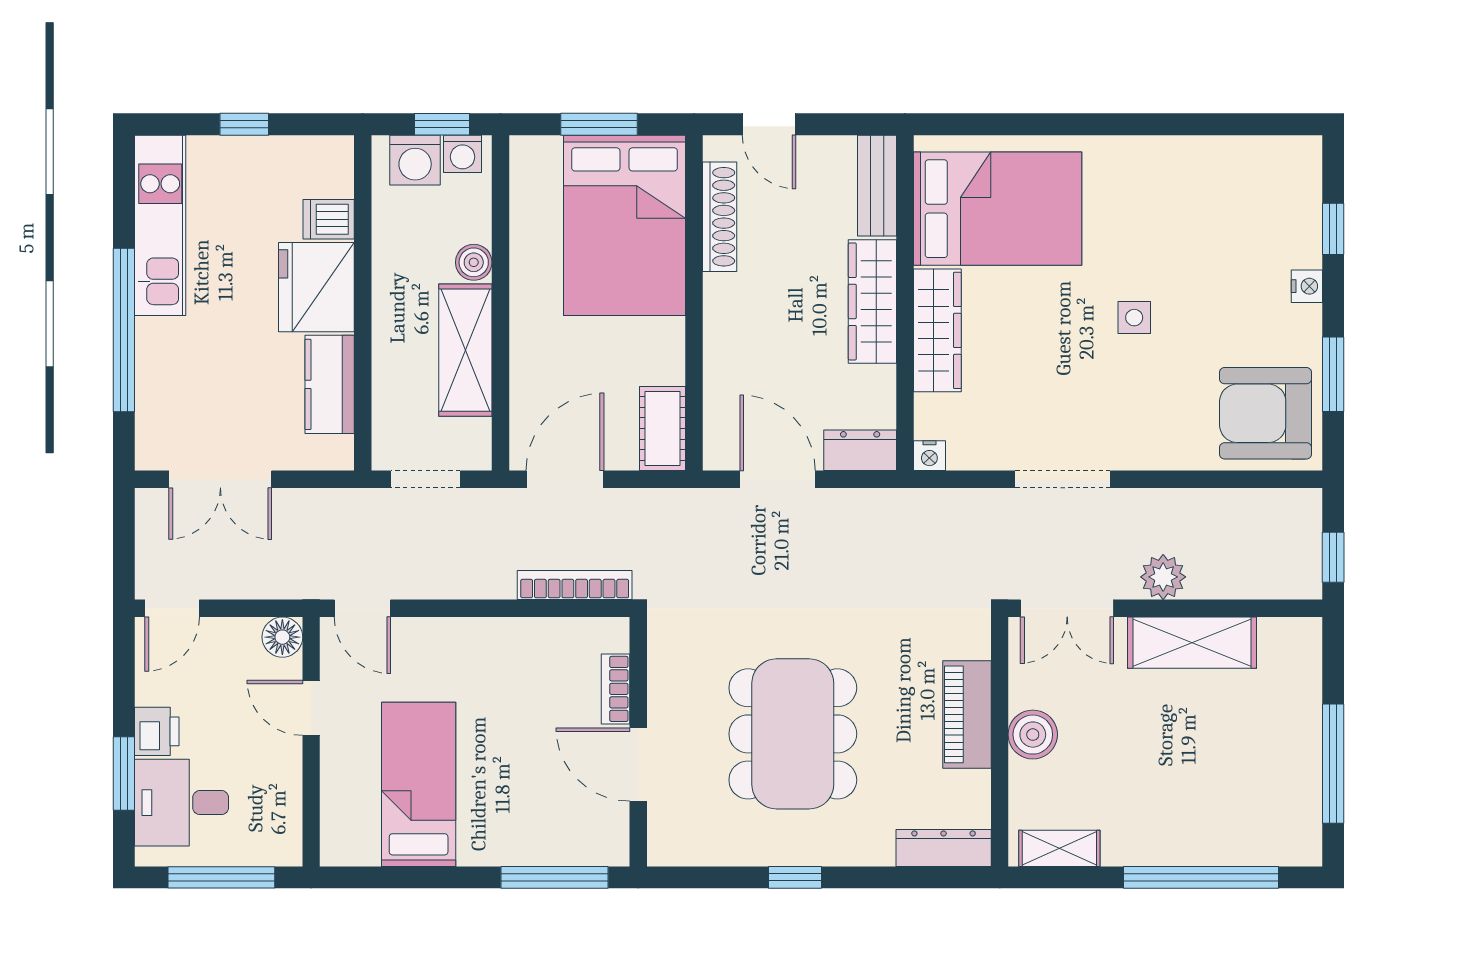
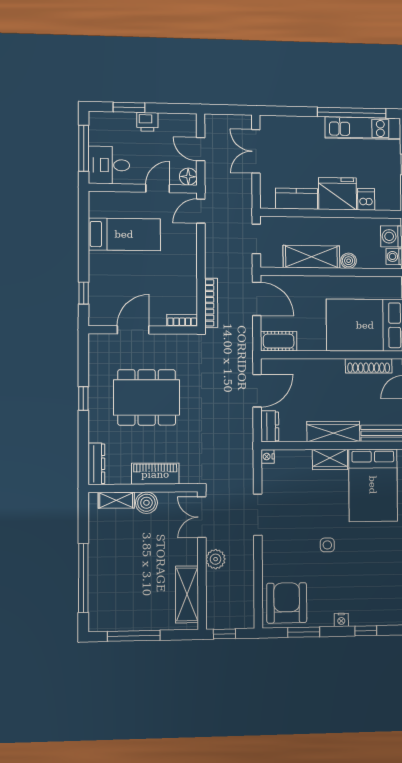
window: (124, 330) -> (352, 113), moved
wardrobe: (937, 330) -> (330, 460), width x0.67
door: (172, 608) -> (201, 149), moved
shelving: (1192, 643) -> (187, 594), moved
bookcase: (616, 689) -> (182, 320), moved
desk: (182, 803) -> (109, 165), moved, turned -90
shelving: (1059, 848) -> (116, 500), moved, turned 90
window: (554, 877) -> (84, 293), width x0.46

